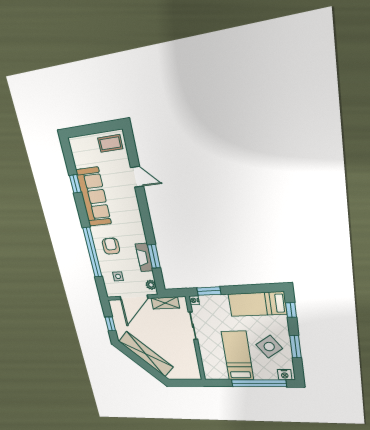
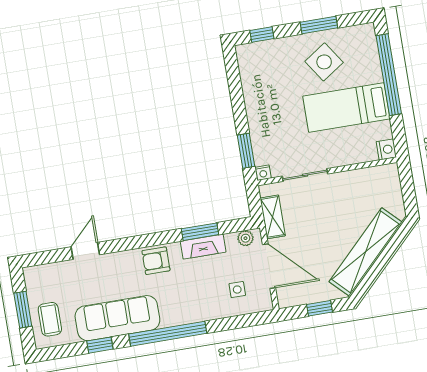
window: (94, 129) -> (23, 310), added
coffee table: (110, 143) -> (50, 319), moved
armchair: (111, 246) -> (156, 261), moved
window: (92, 252) -> (168, 334), moved
bed: (257, 304) -> (258, 81), removed
nightstand: (285, 375) -> (386, 149), moved

